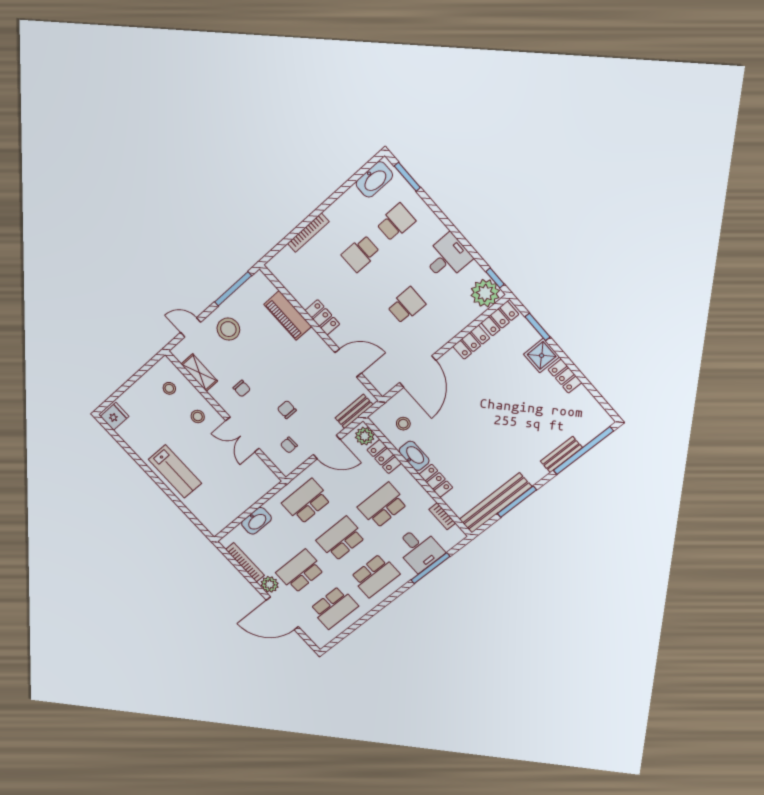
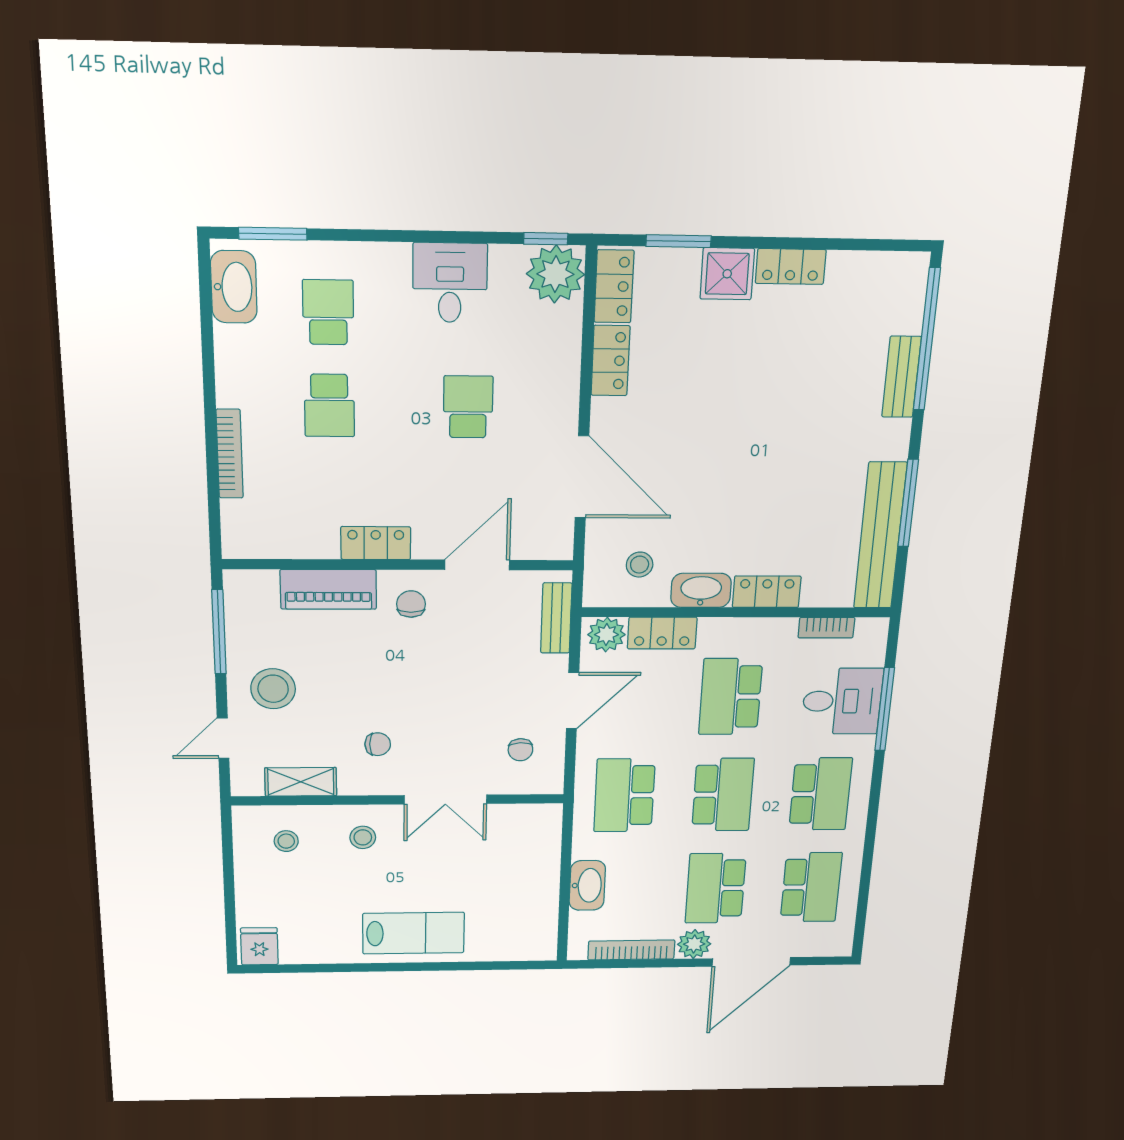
chair: (287, 410) -> (411, 604), moved, turned 90
school desk: (341, 539) -> (723, 795), turned 180

